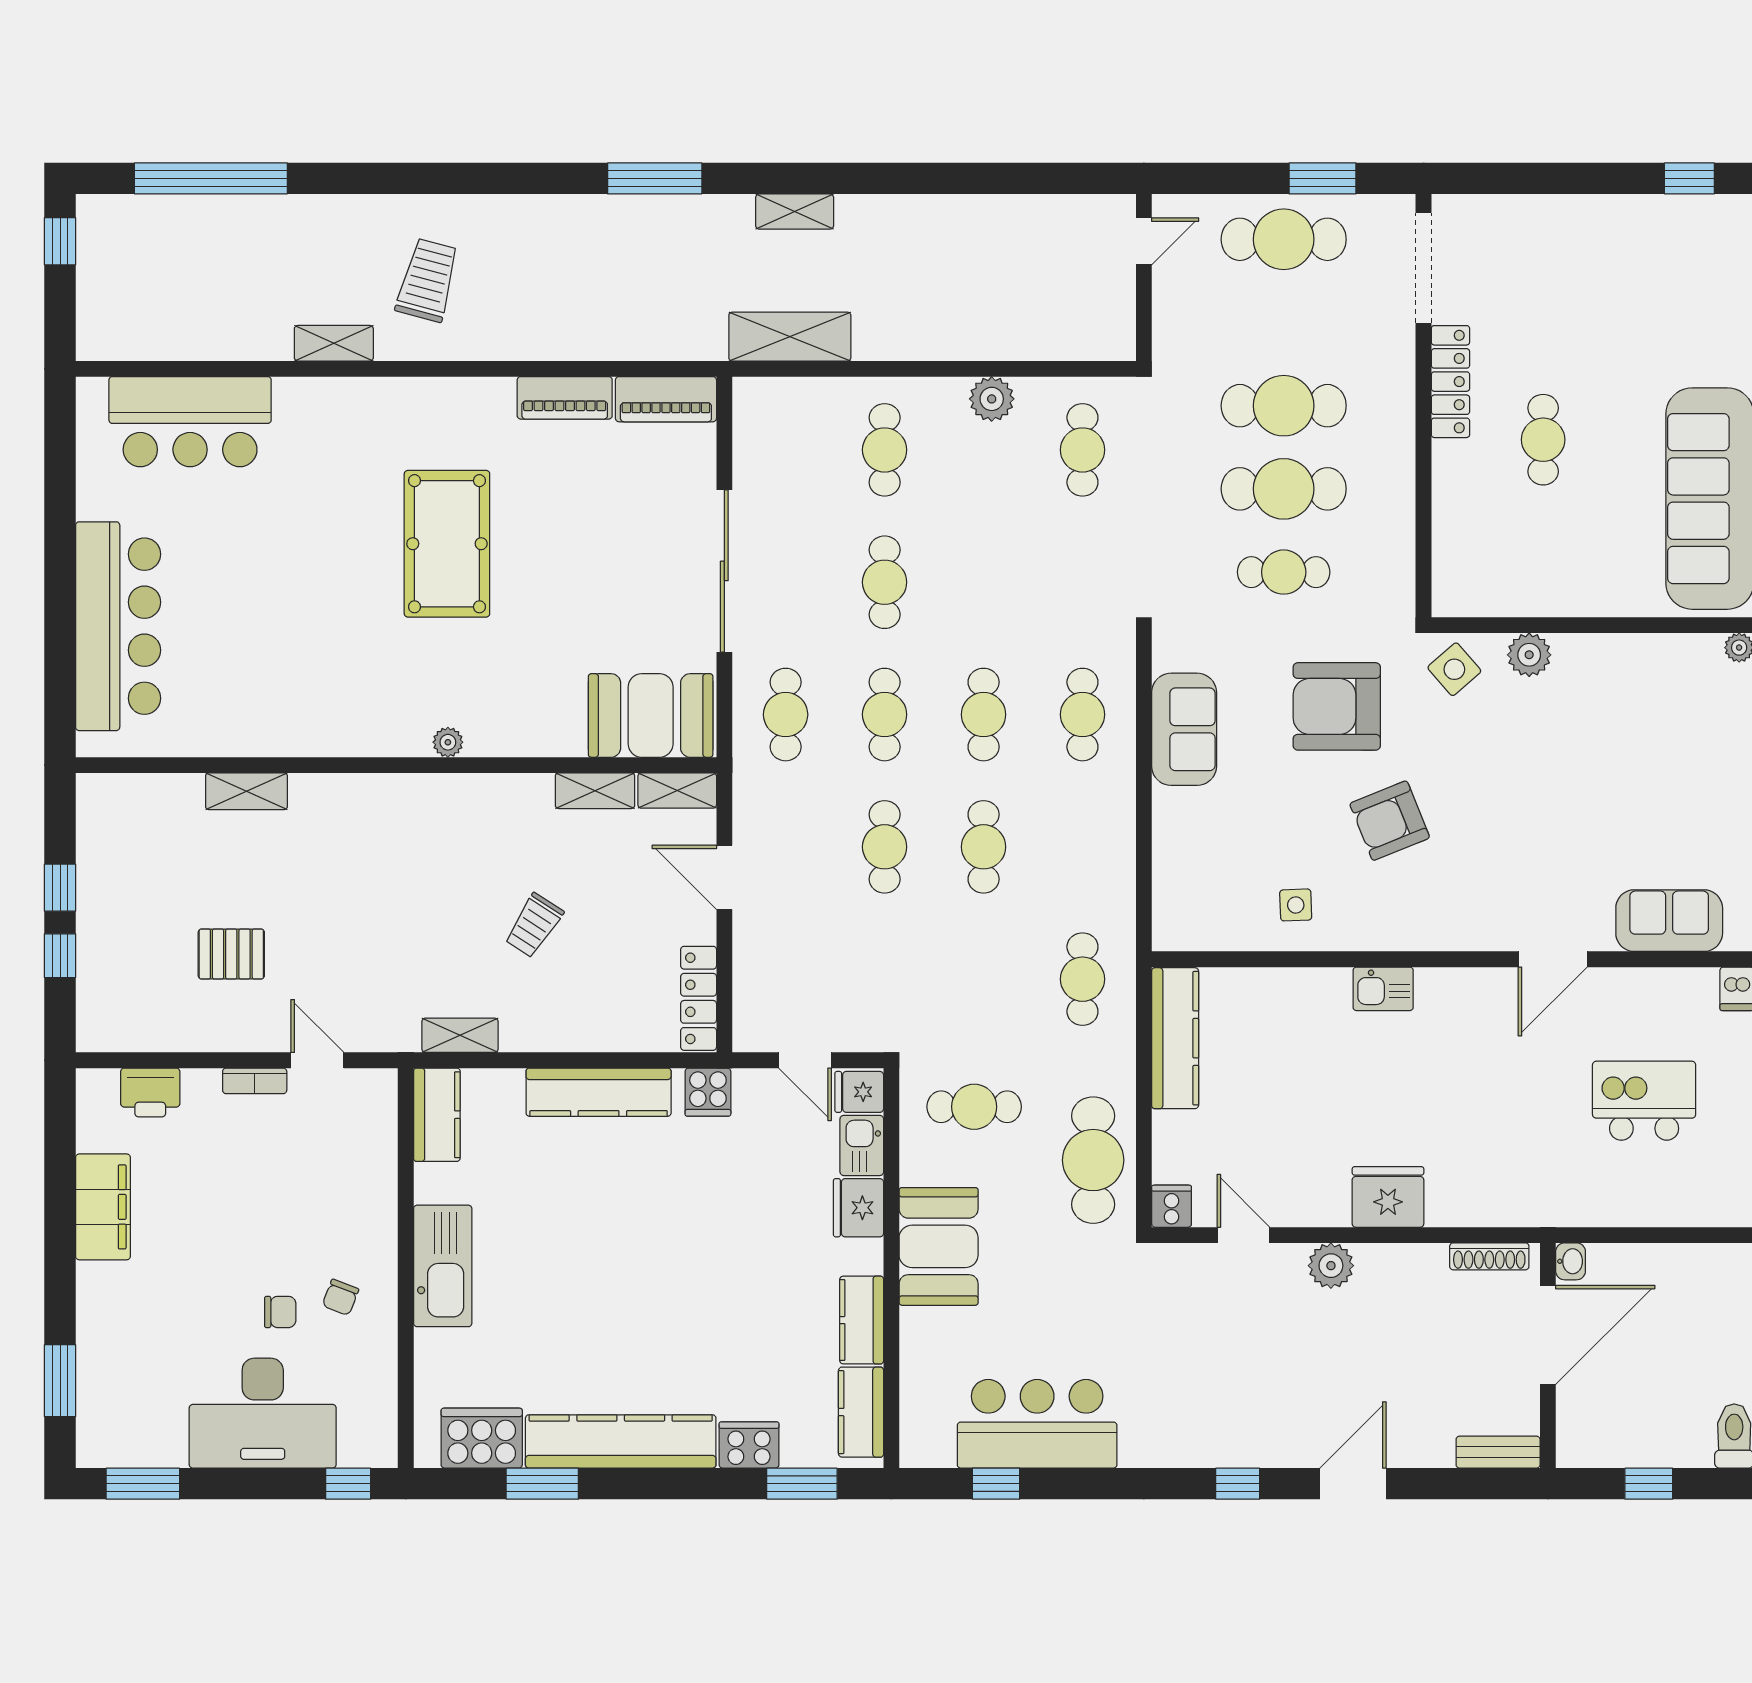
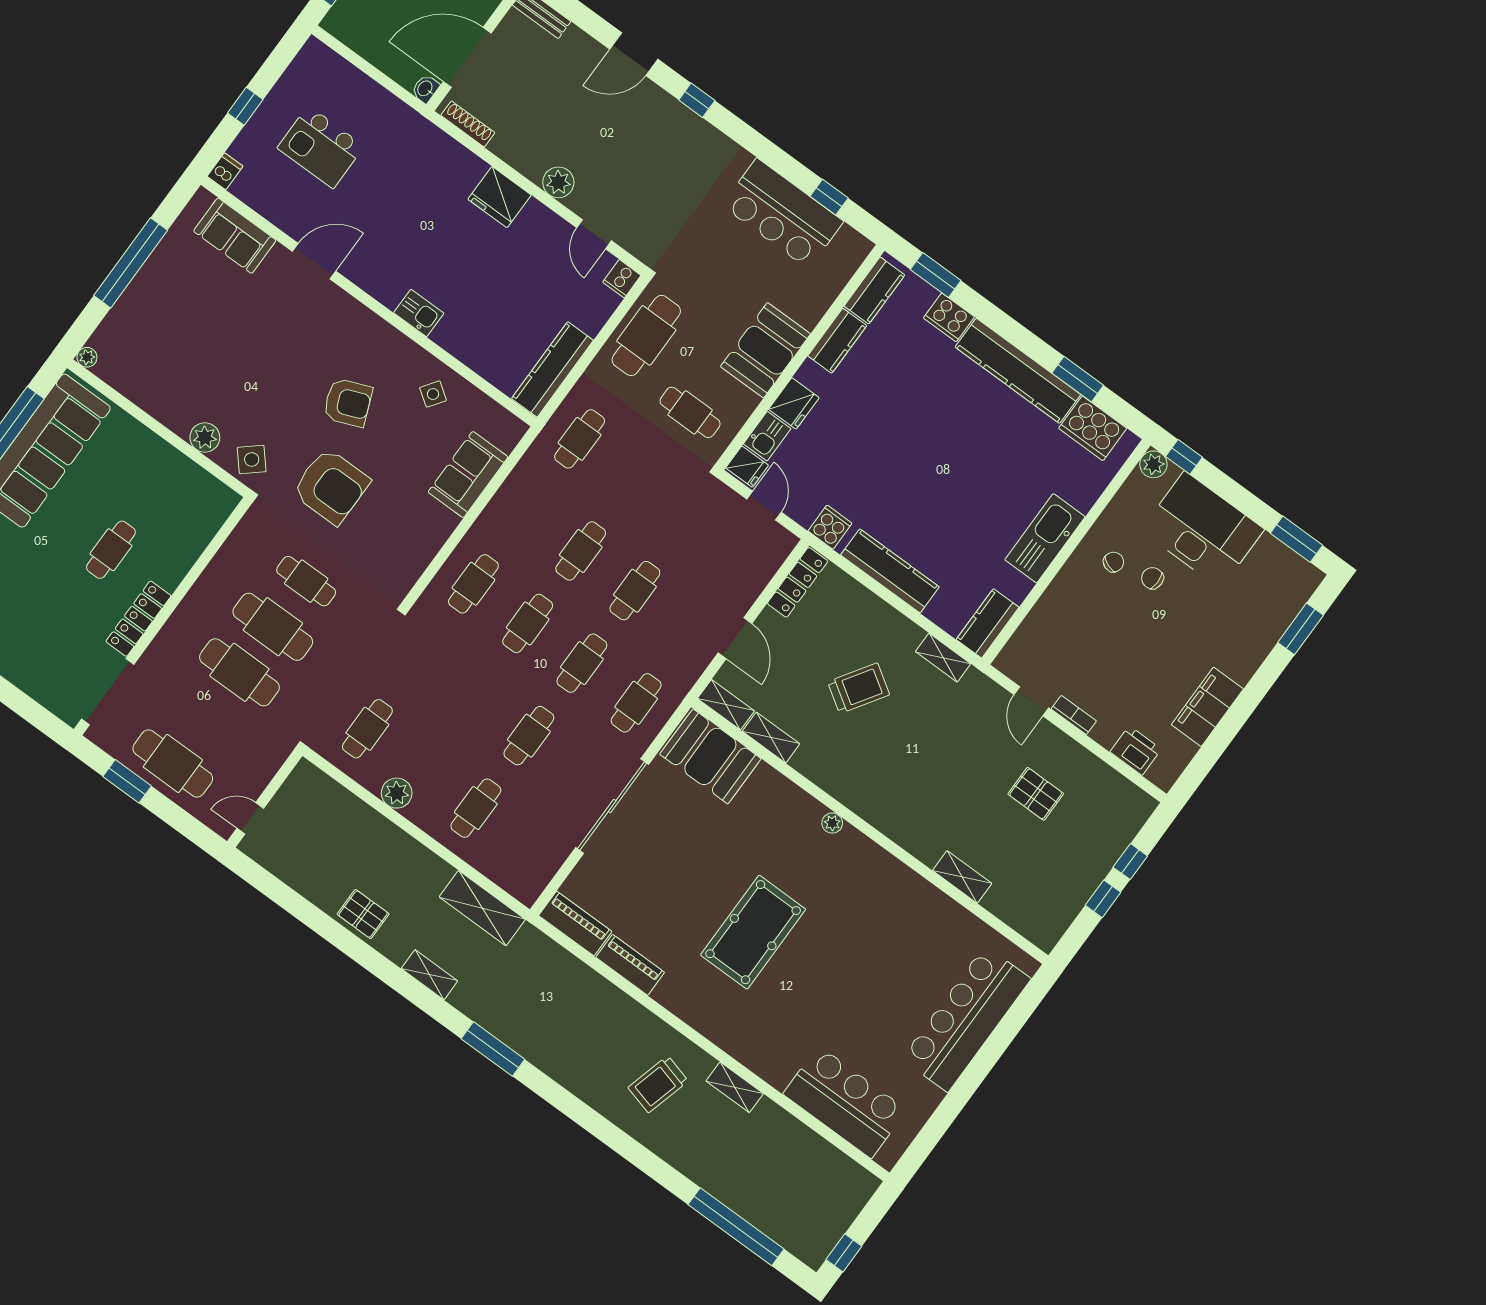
pallet: (926, 226) -> (363, 914), added
sofa: (1184, 729) -> (468, 475), moved
side table: (1296, 905) -> (433, 394), turned 37
trolley: (534, 925) -> (859, 688), width x1.36, depth x1.39
plant: (378, 1448) -> (1153, 464), added

